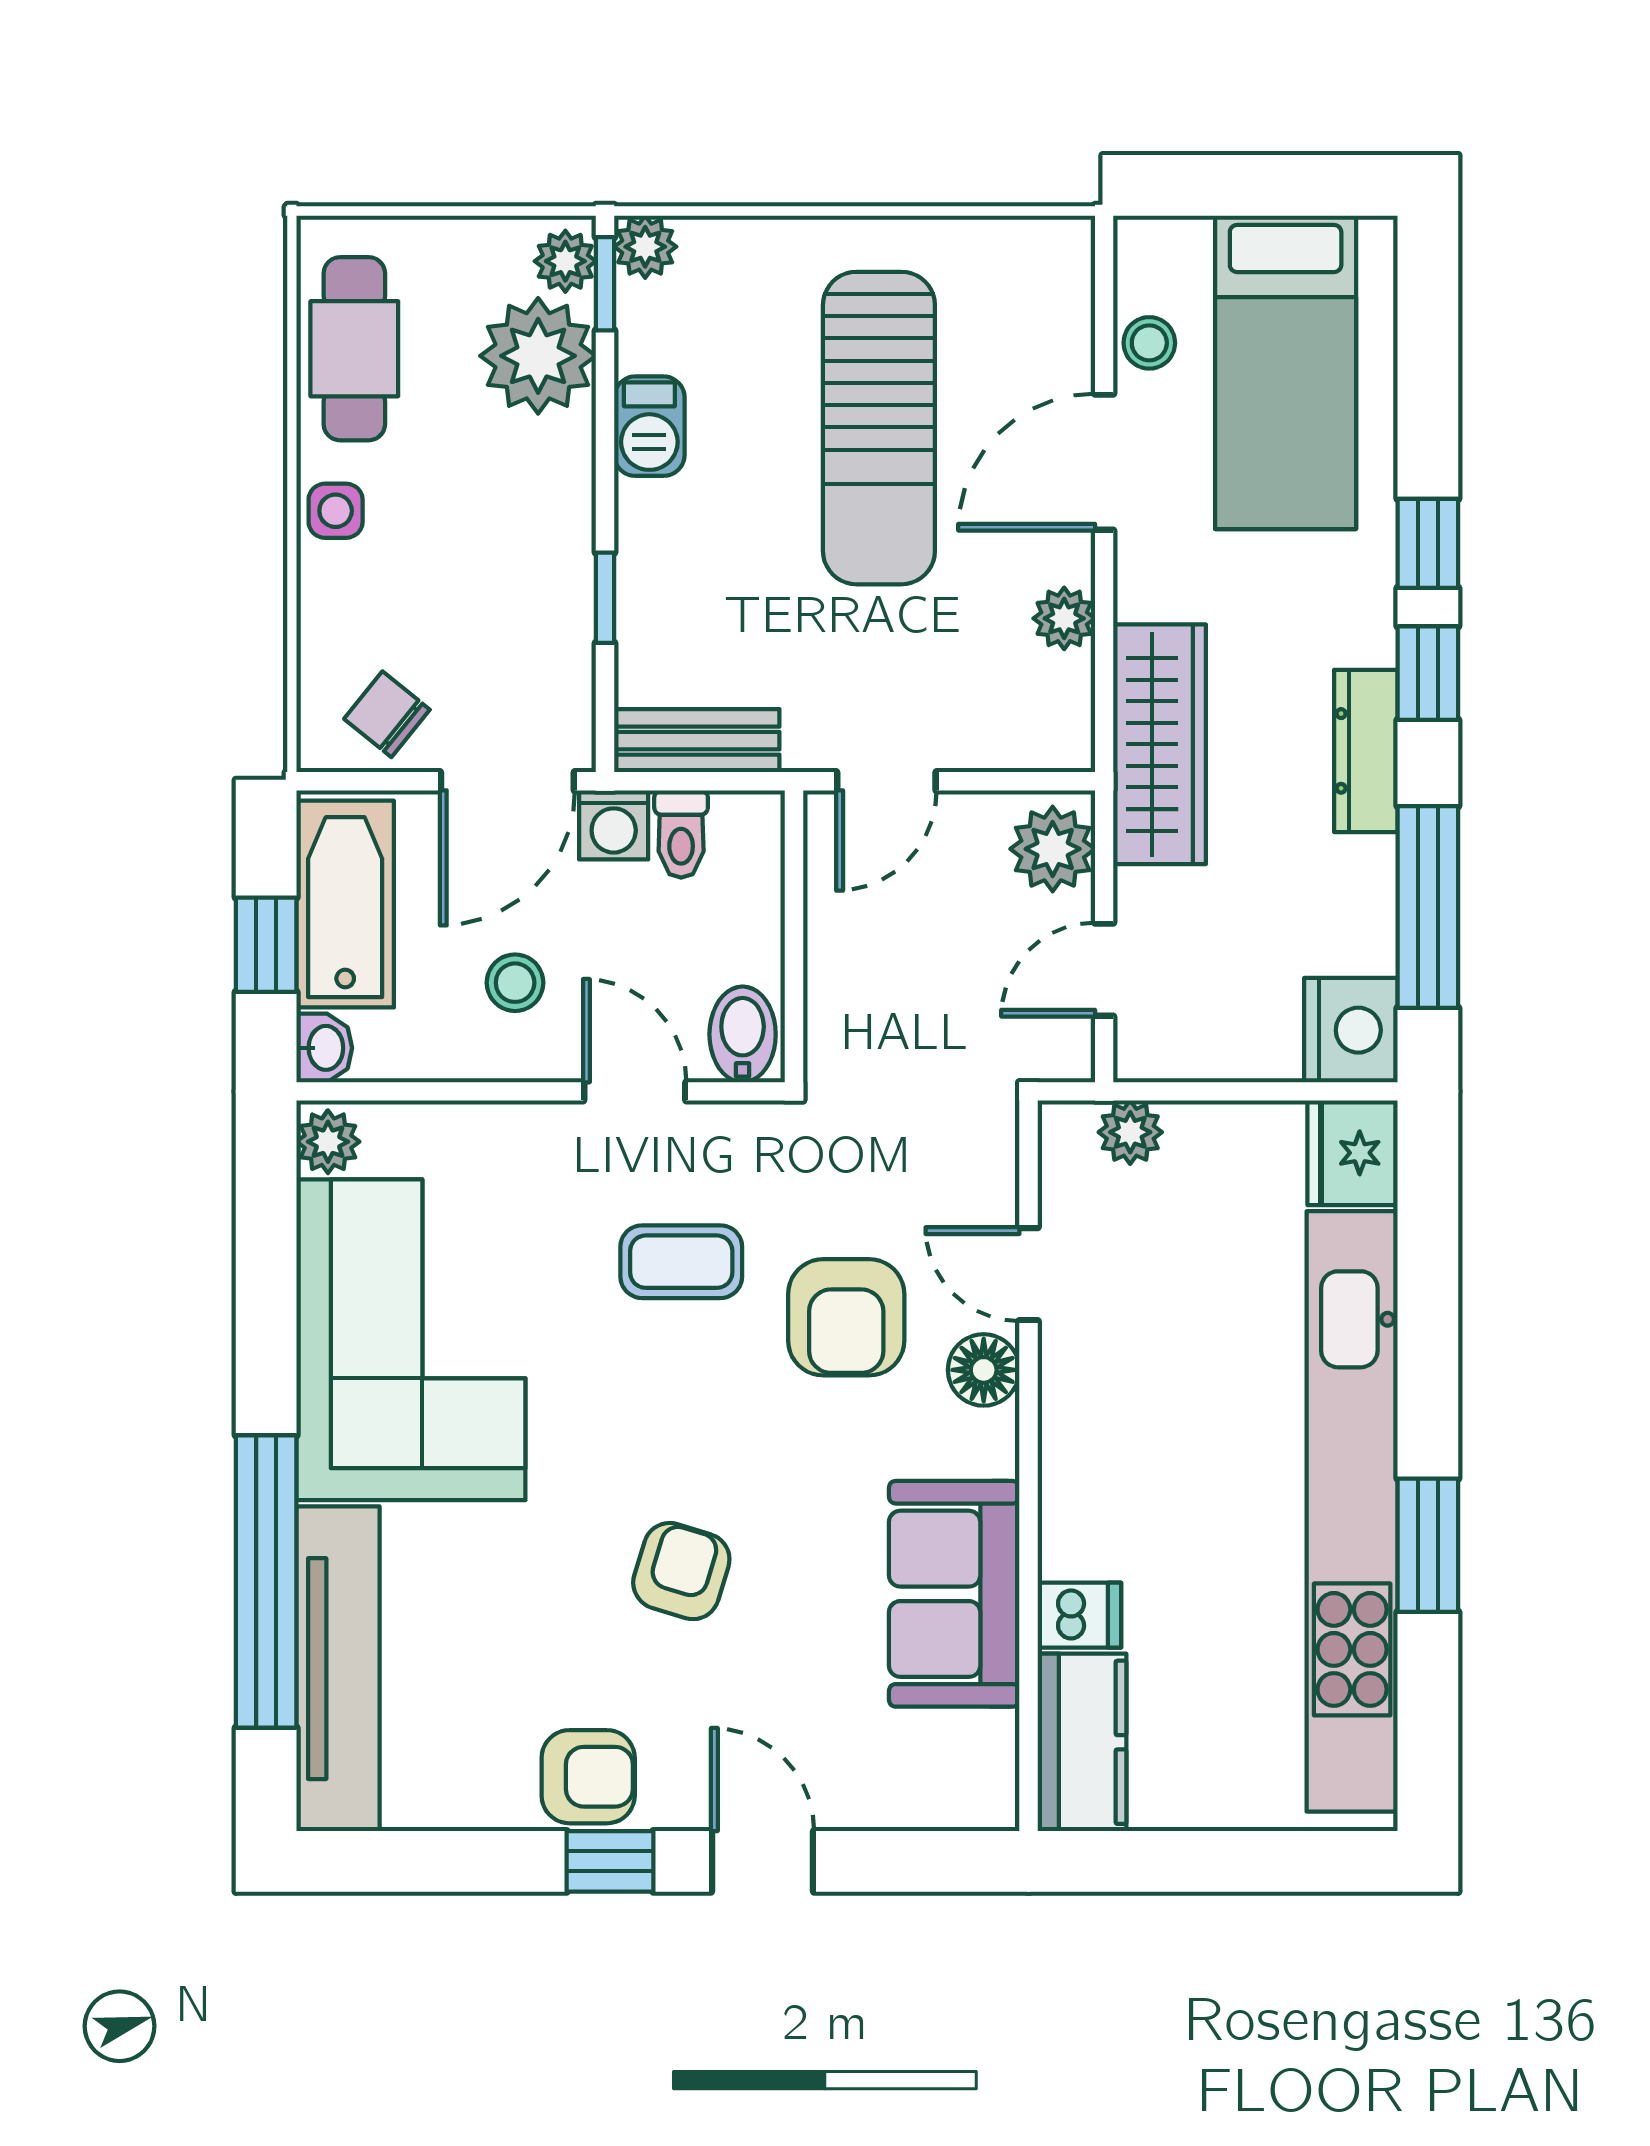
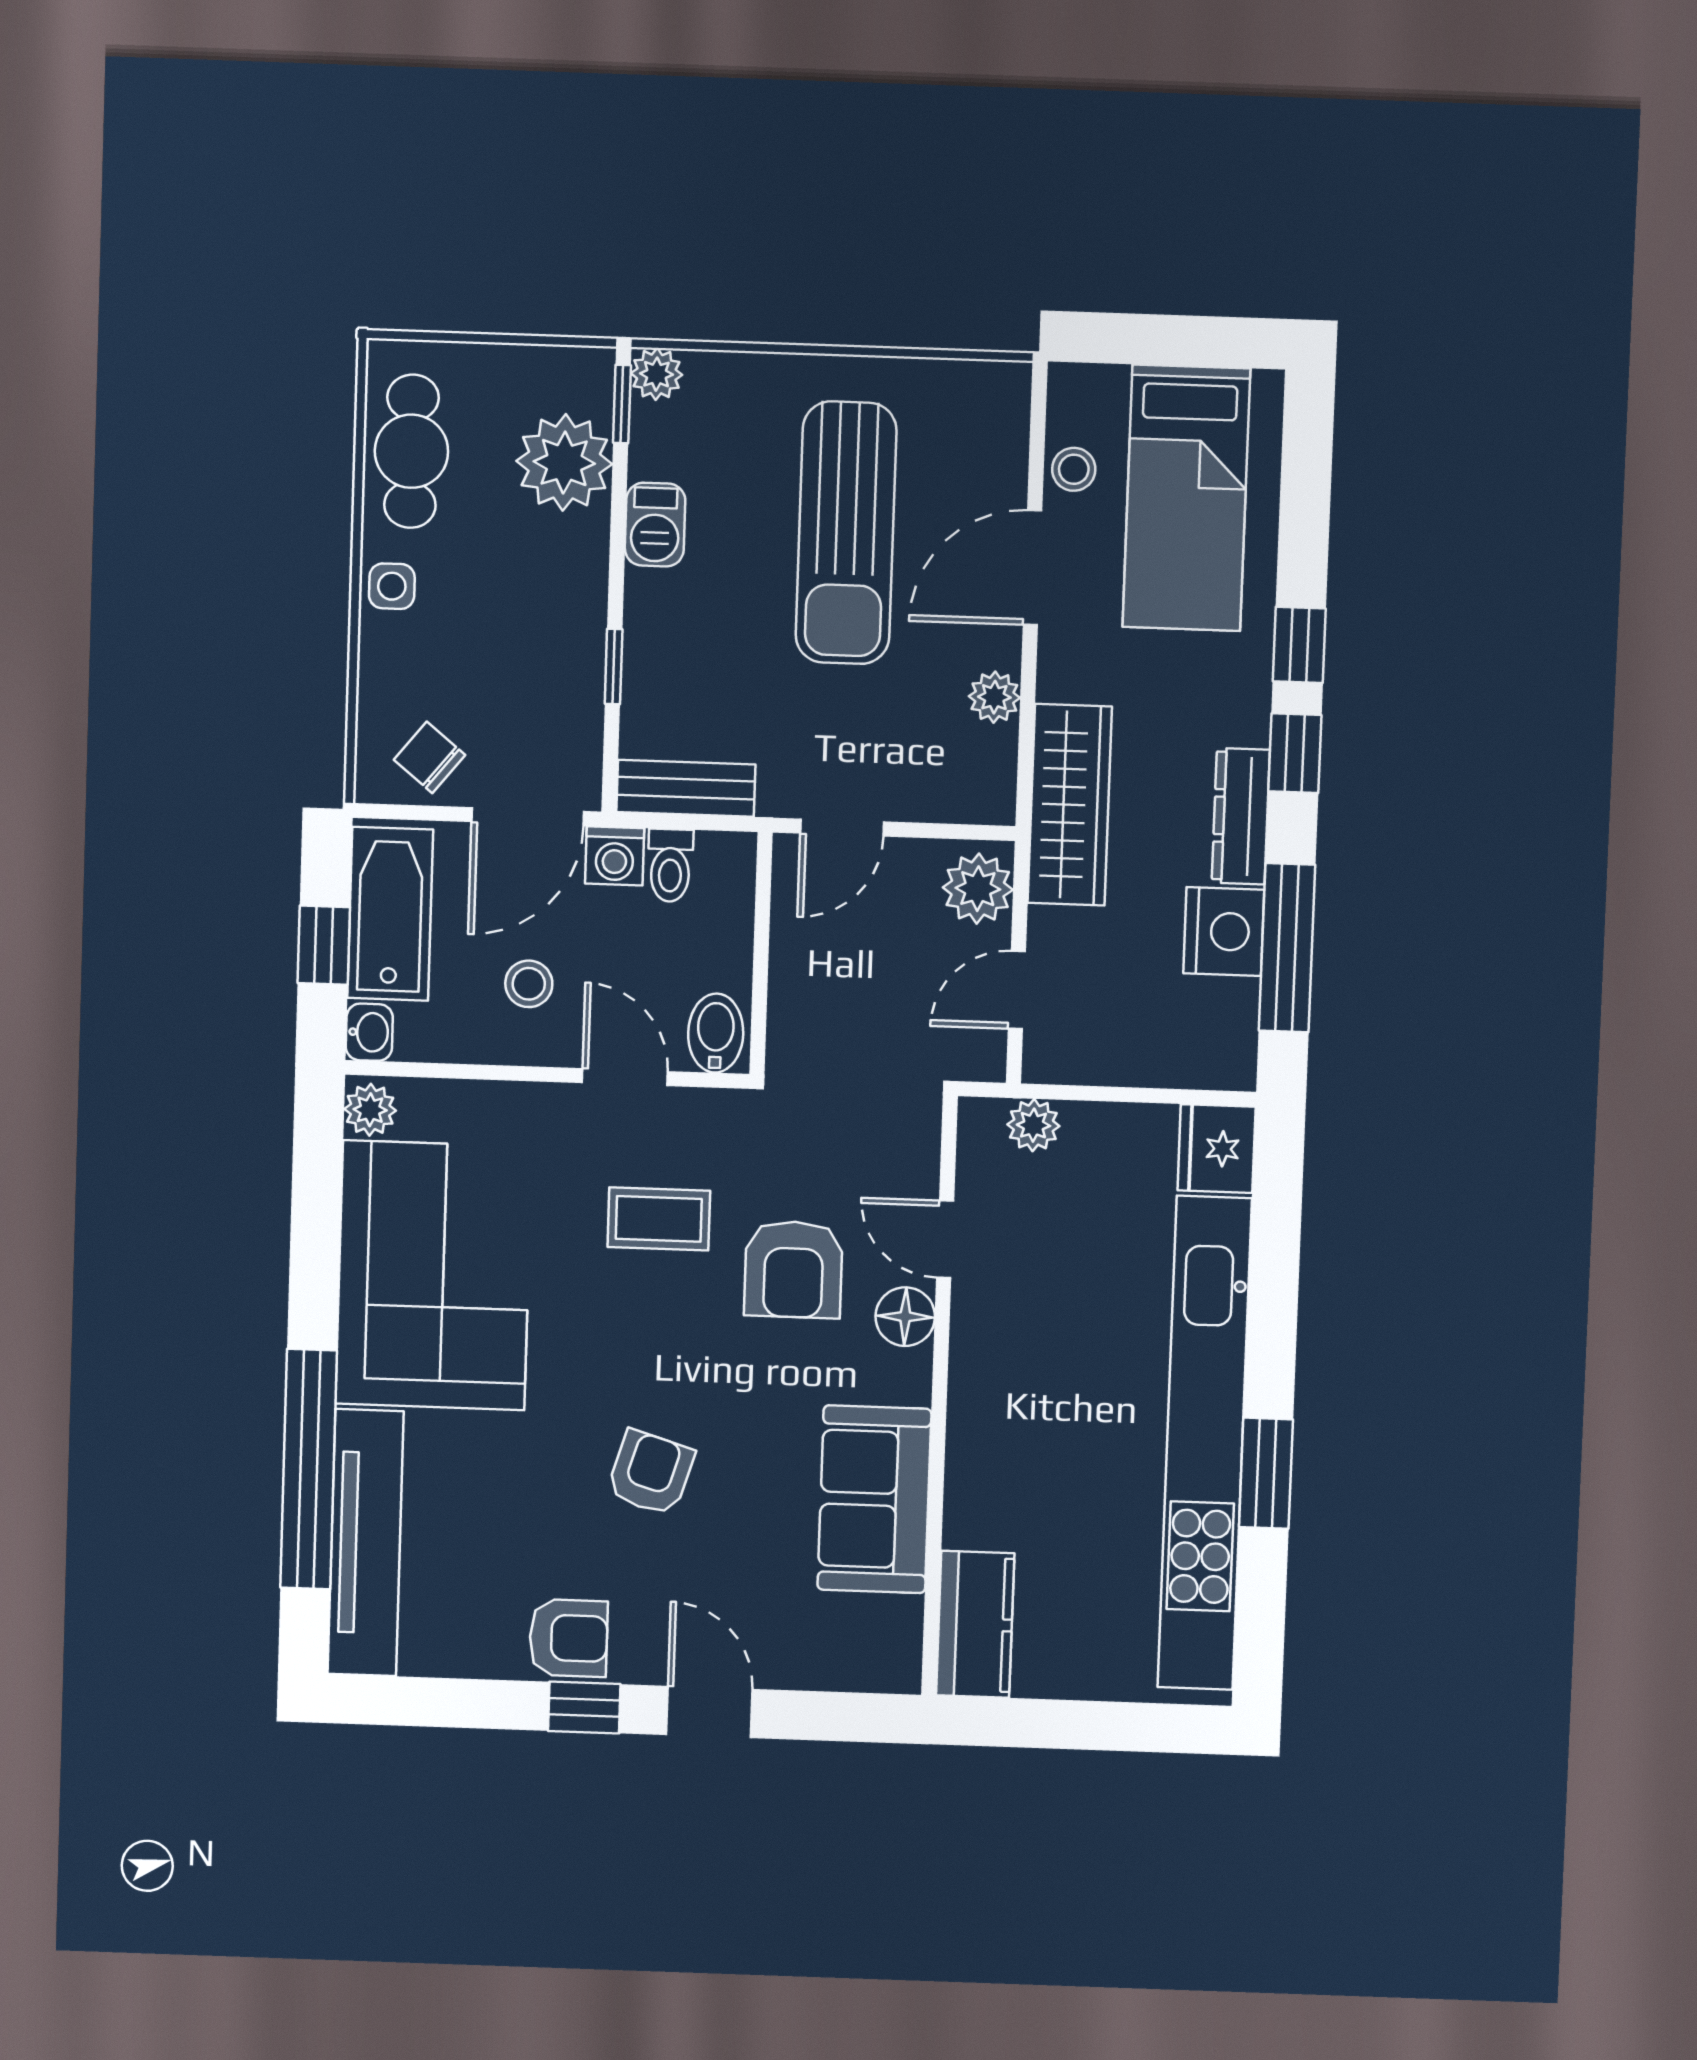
plant: (565, 261) -> (589, 384), removed
nightstand: (1351, 1030) -> (1224, 931), moved
dishwasher: (1079, 1615) -> (977, 1520), removed

